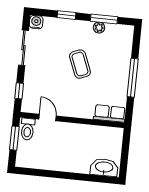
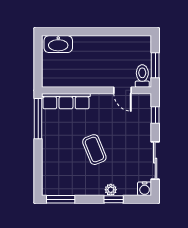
window: (104, 19) -> (61, 199), moved
plant: (99, 28) -> (111, 190), moved
window: (133, 78) -> (38, 119), moved
row of seats: (110, 113) -> (66, 101), width x1.48

